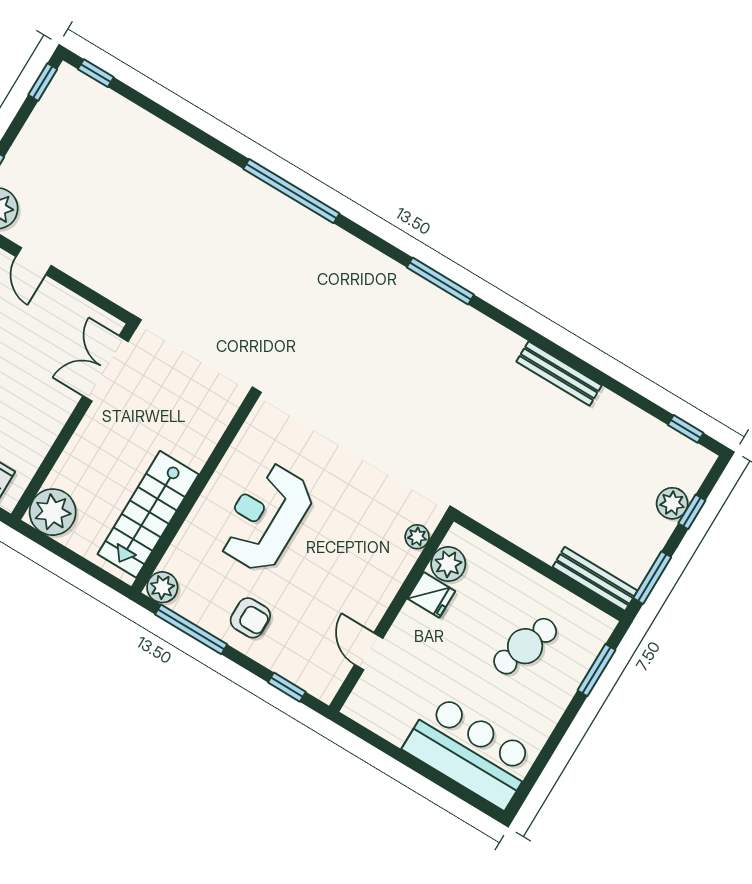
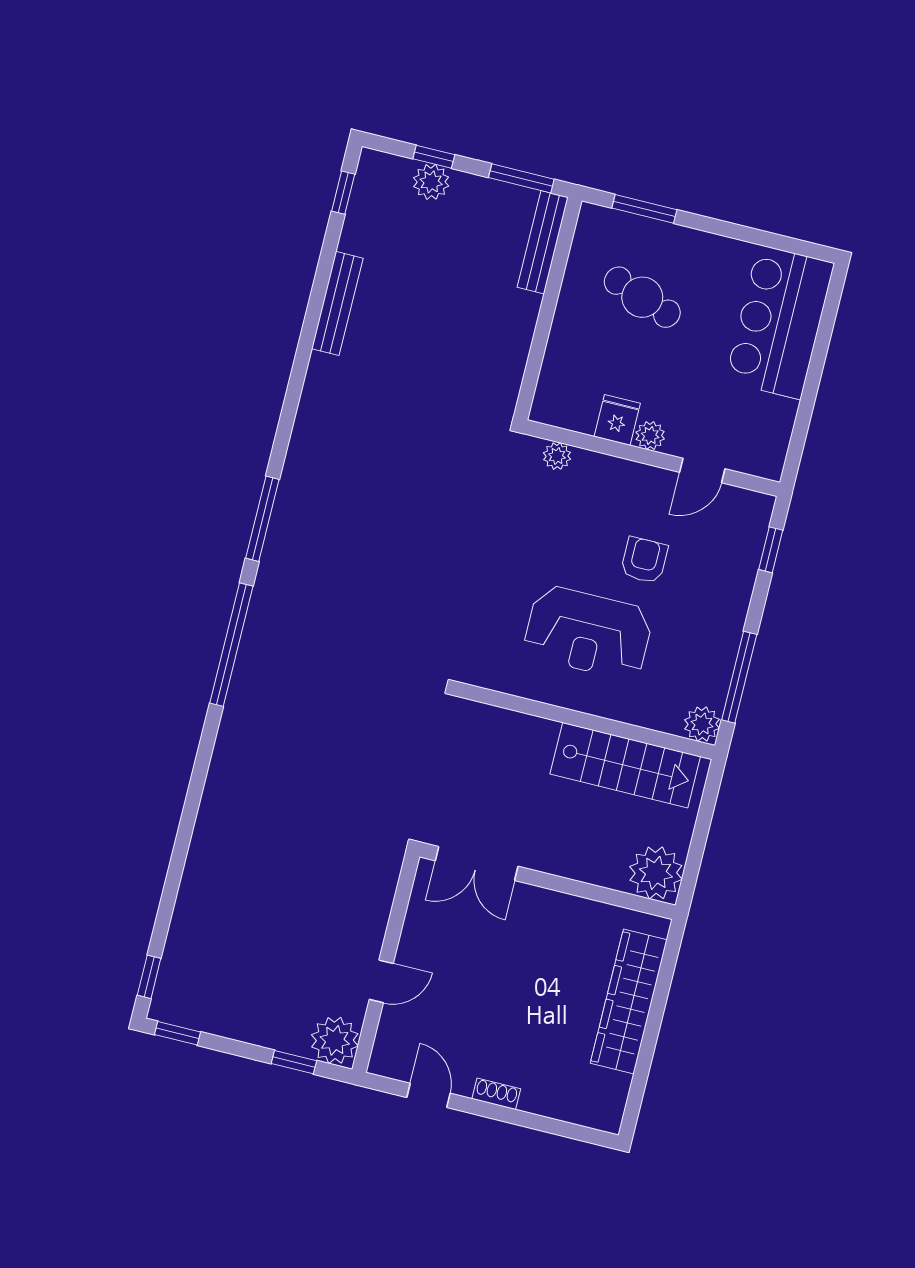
window: (291, 191) -> (231, 645), moved
bench: (559, 373) -> (337, 303), moved
plant: (448, 564) -> (650, 435), moved, width x0.73, depth x0.73
armchair: (250, 618) -> (644, 560), moved

